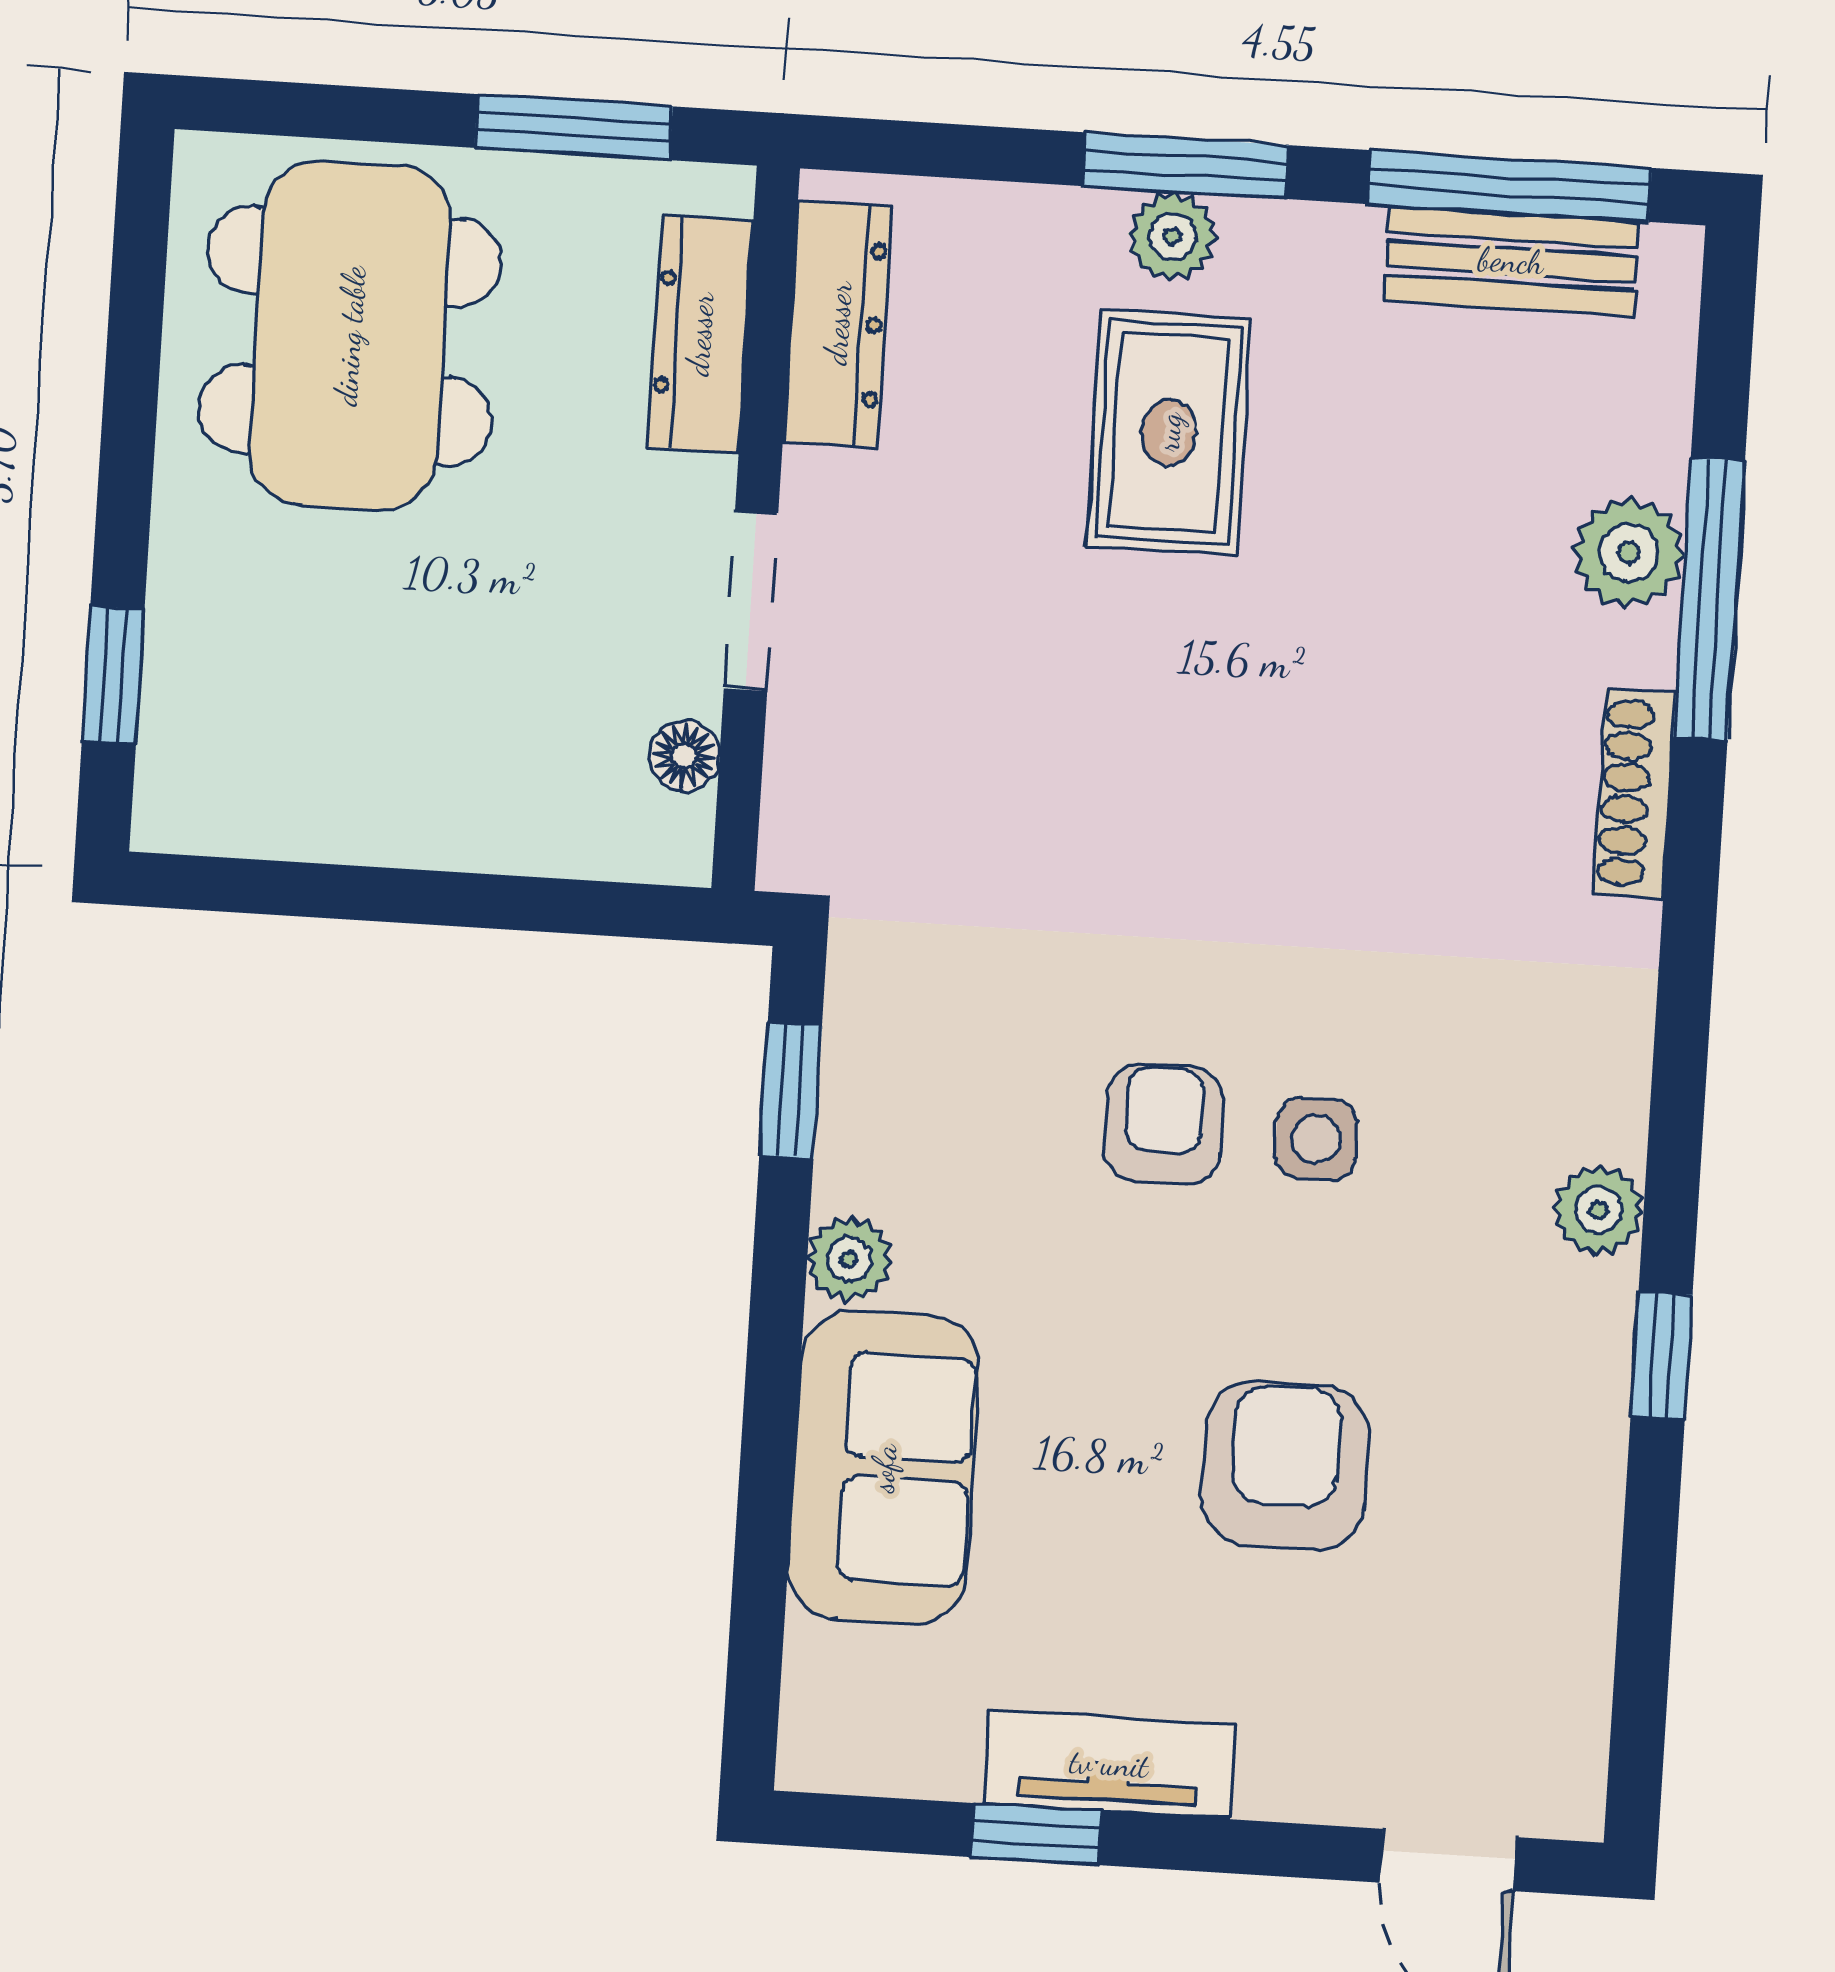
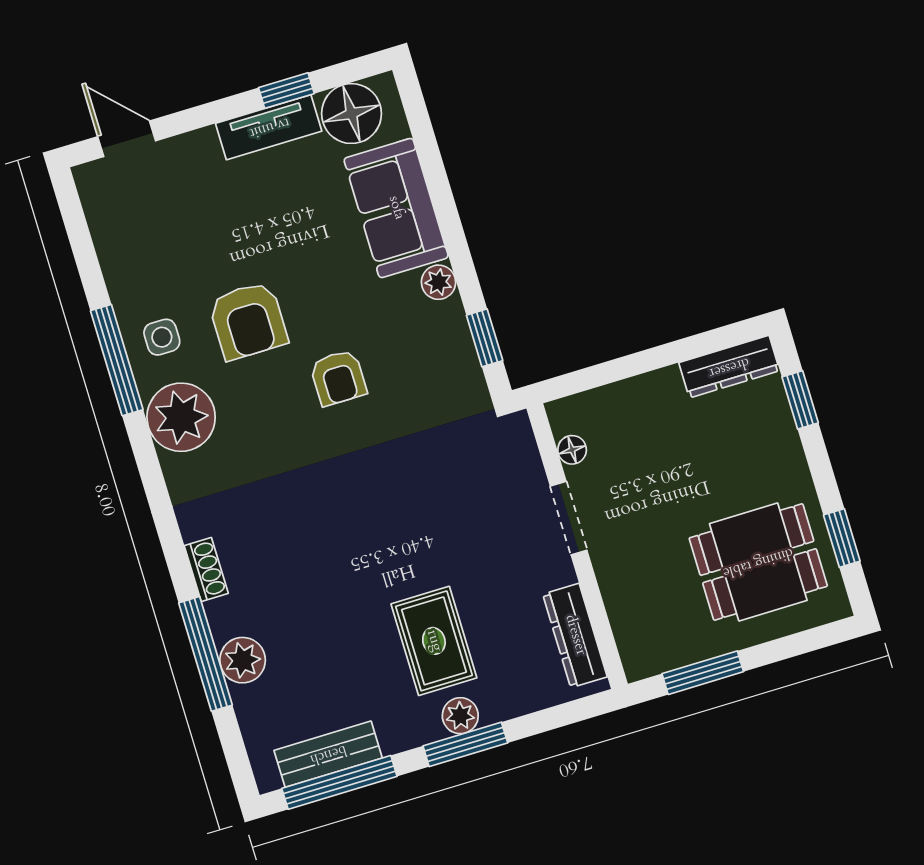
window: (136, 319) -> (842, 538), added
dresser: (700, 334) -> (729, 367), moved, turned 90
dining table: (350, 336) -> (758, 562), width x0.73
shoe rack: (1635, 794) -> (206, 570), width x0.70
side table: (1316, 1139) -> (162, 337), moved
plant: (1599, 1210) -> (181, 417), width x1.88, depth x1.88
window: (1662, 1356) -> (117, 360), width x2.17
armchair: (1285, 1466) -> (248, 321), moved
floor lamp: (905, 1725) -> (352, 114), added

